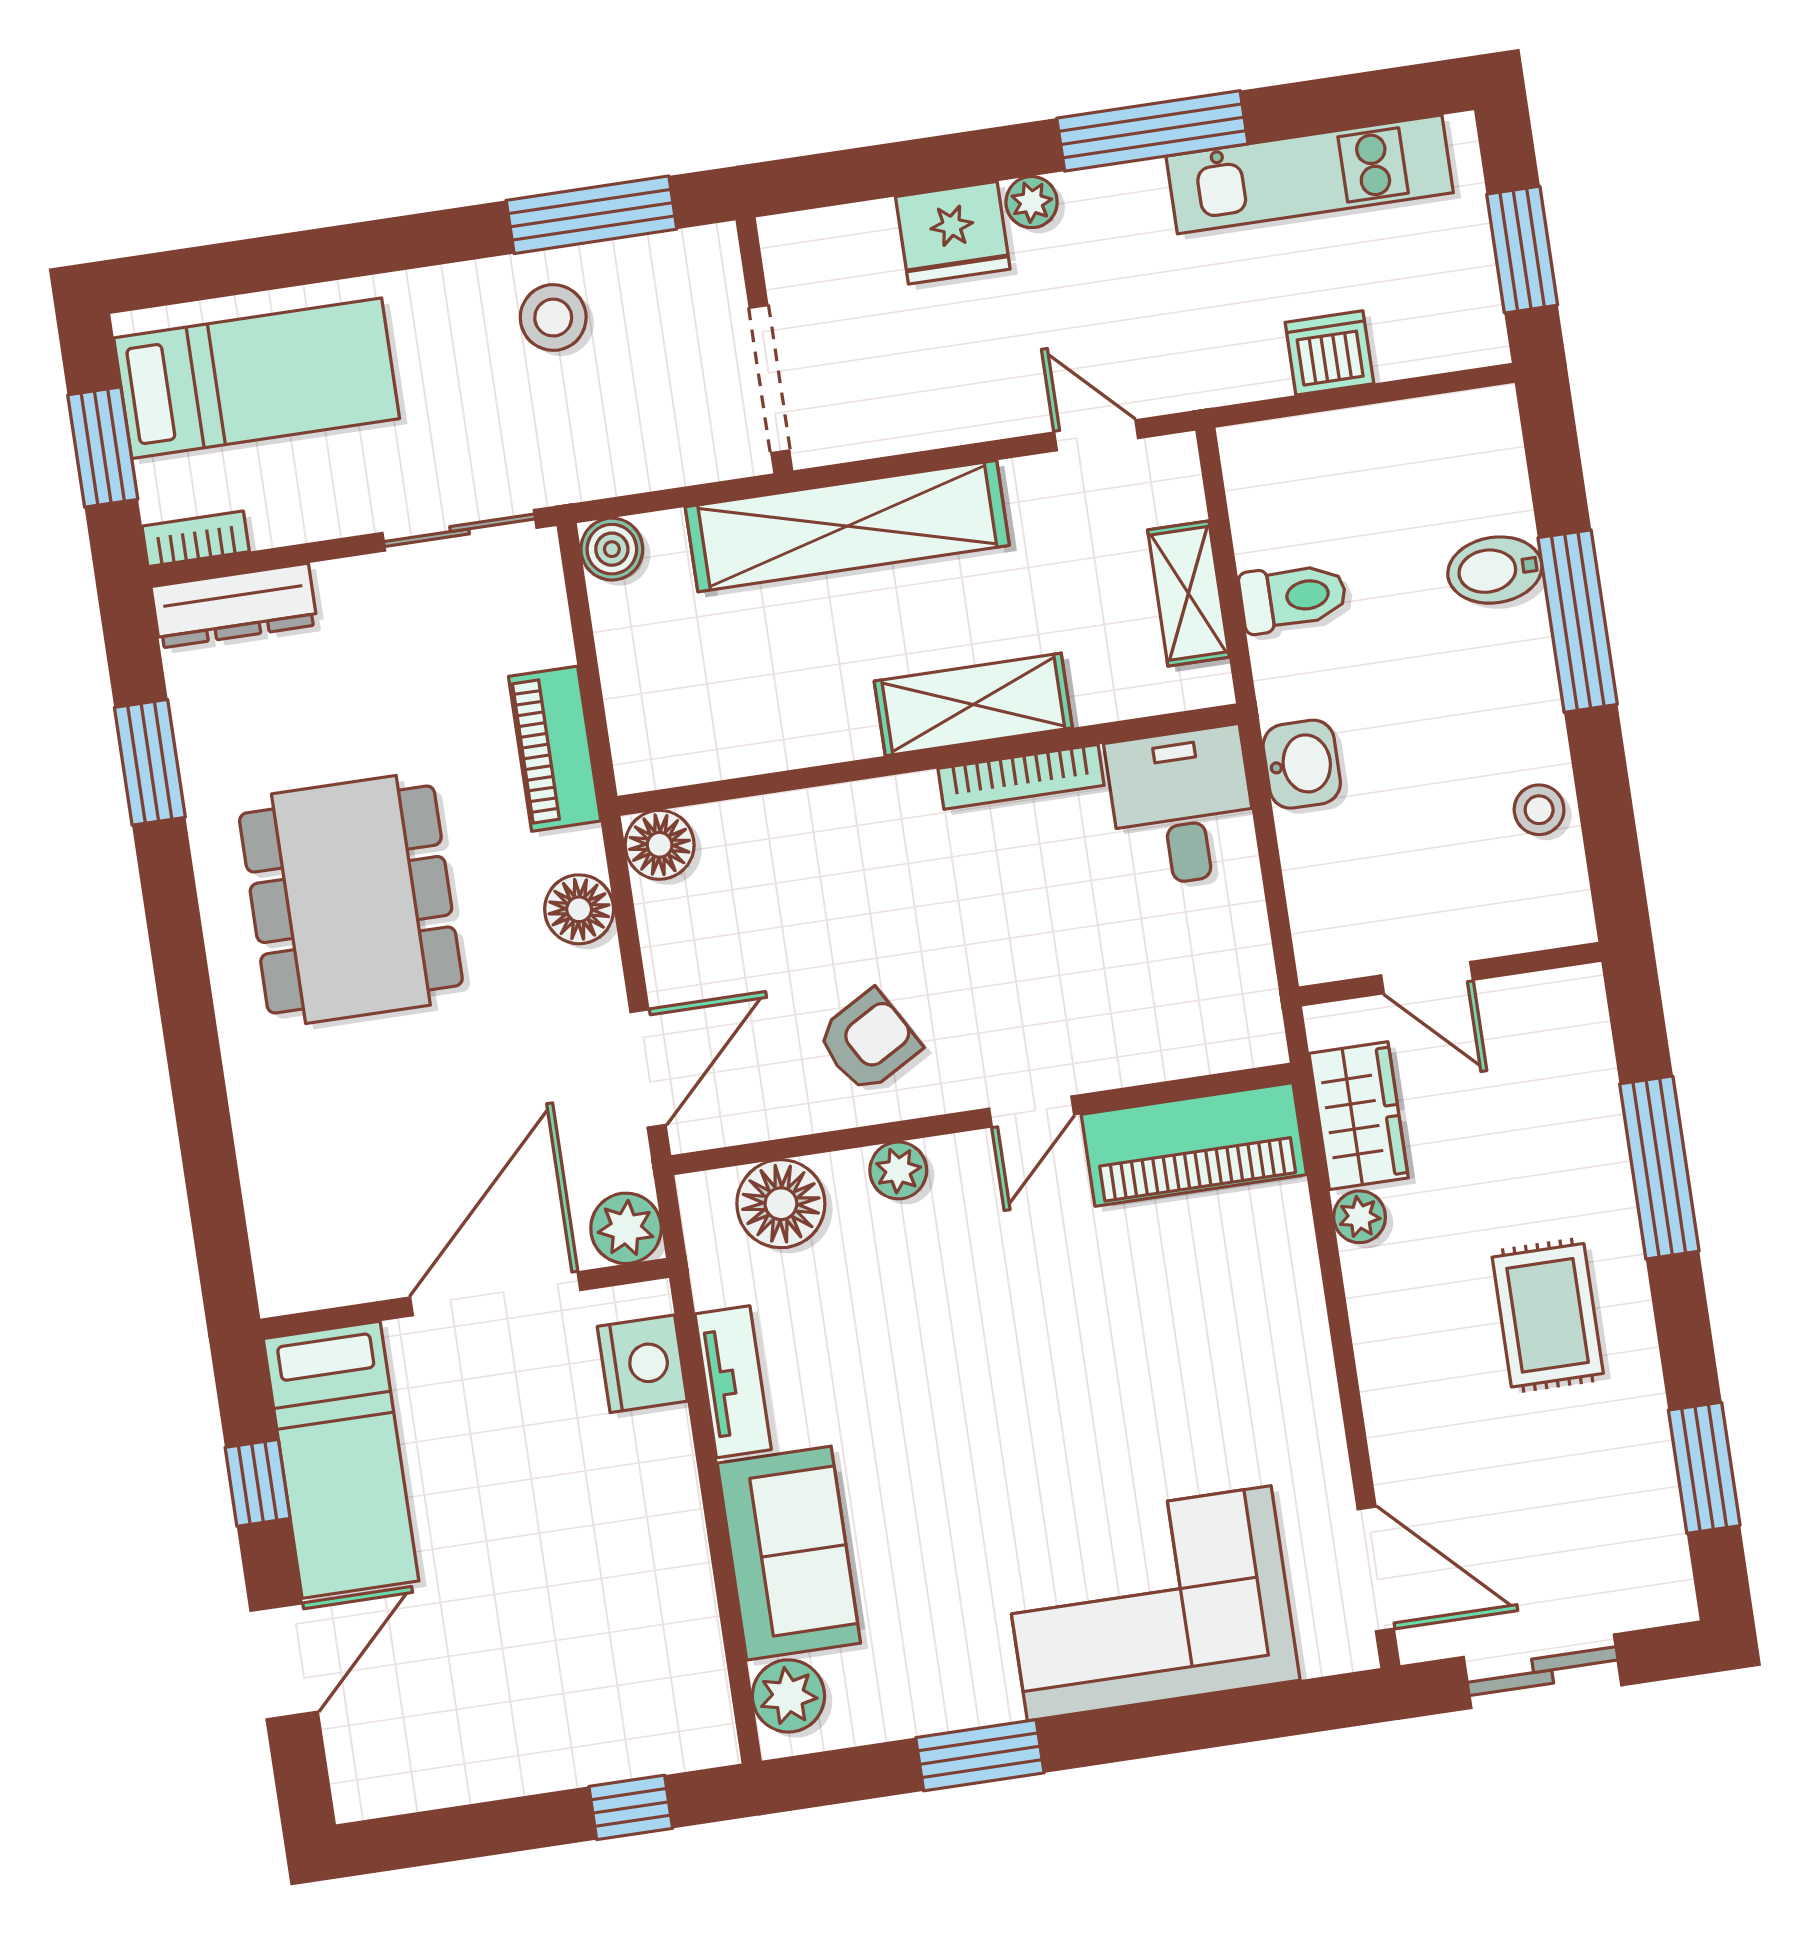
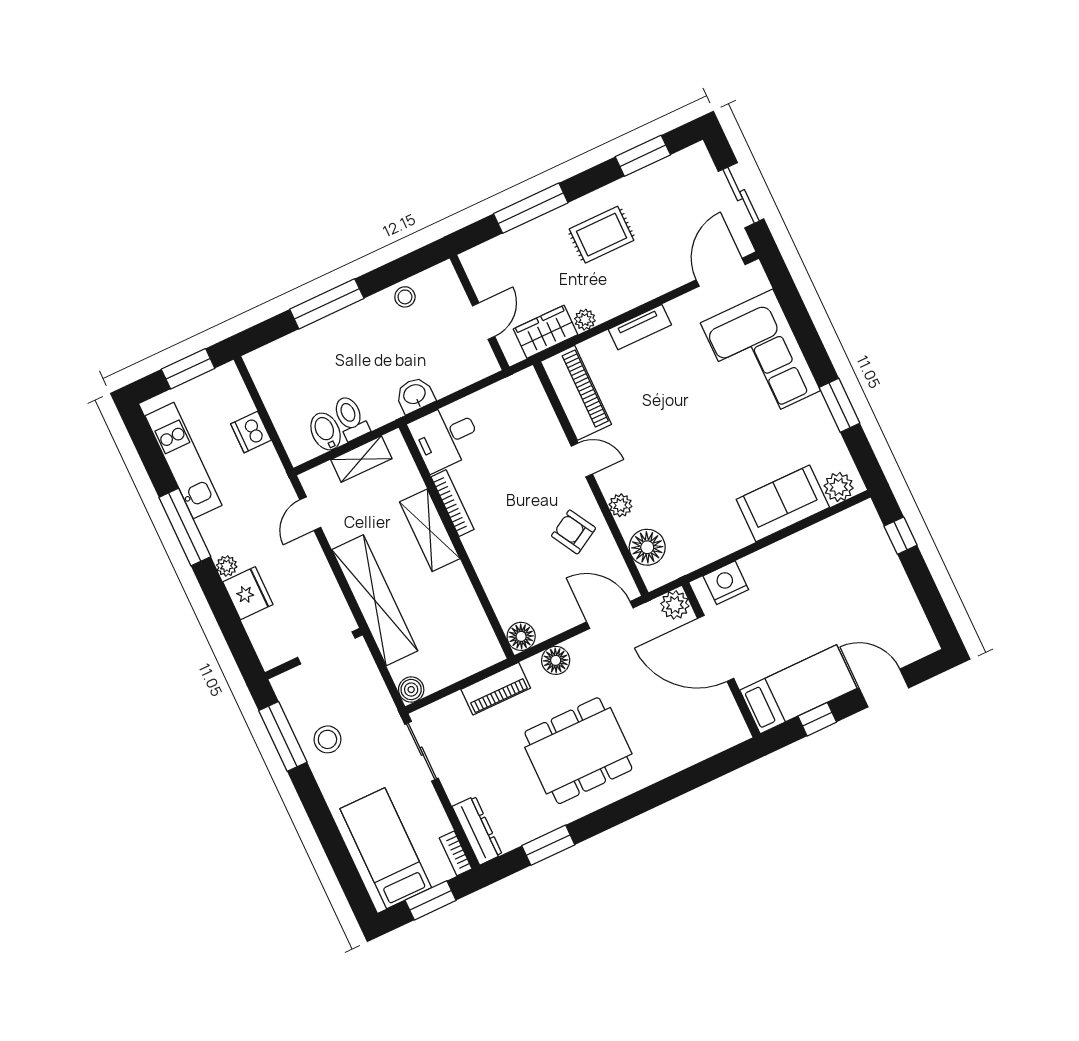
bidet: (1495, 570) -> (326, 431), moved, turned 180
tv unit: (733, 1382) -> (640, 327), moved, turned 180

